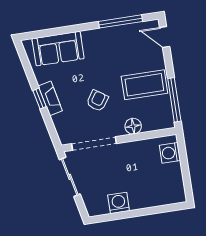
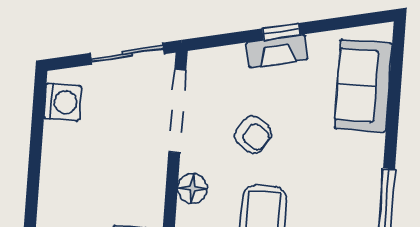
washing machine: (119, 203) -> (63, 102), moved

